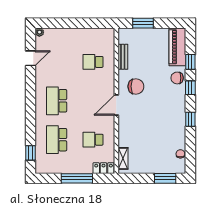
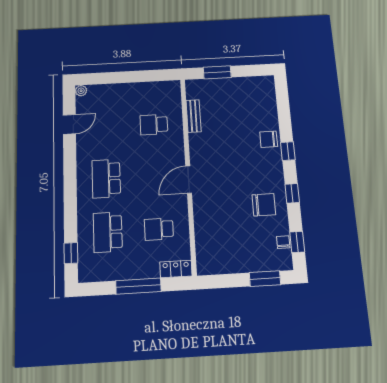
piano: (177, 47) -> (265, 99), removed
window: (190, 62) -> (297, 242), moved
chair: (136, 86) -> (264, 205), moved
shelving: (123, 158) -> (203, 253), removed

